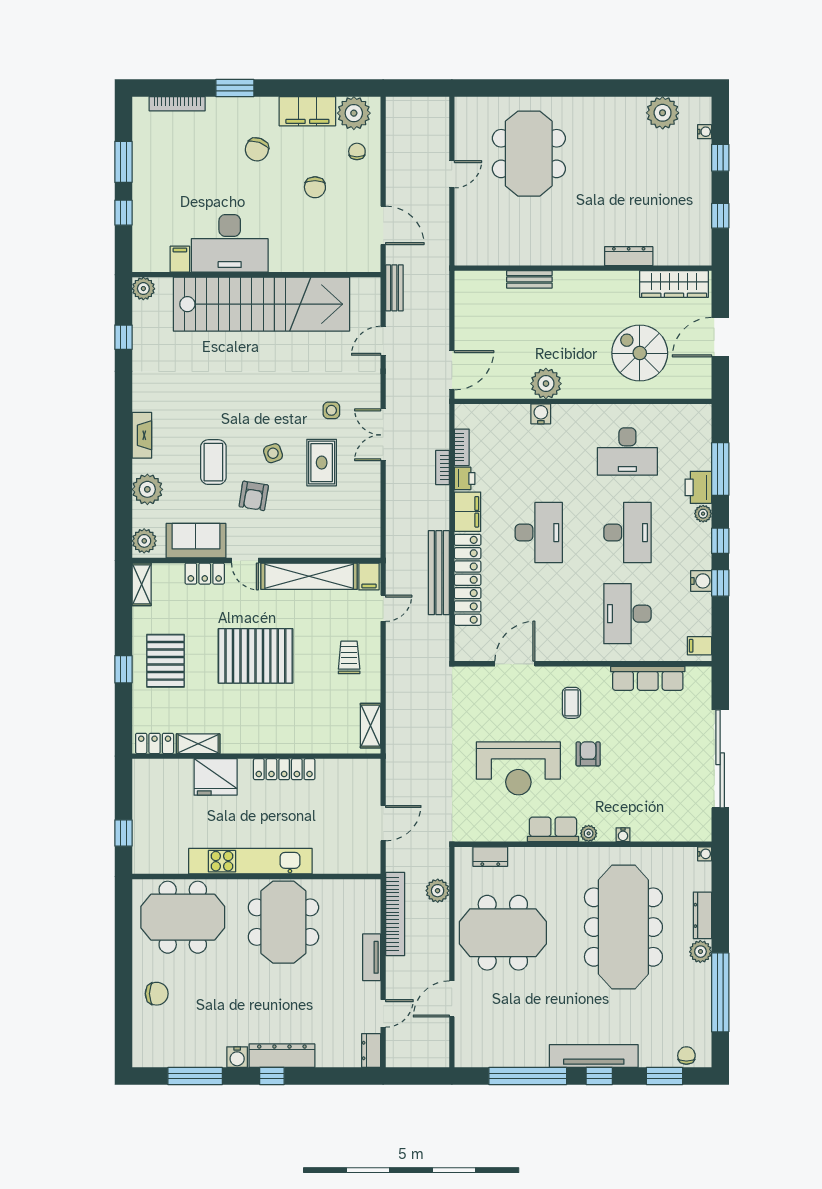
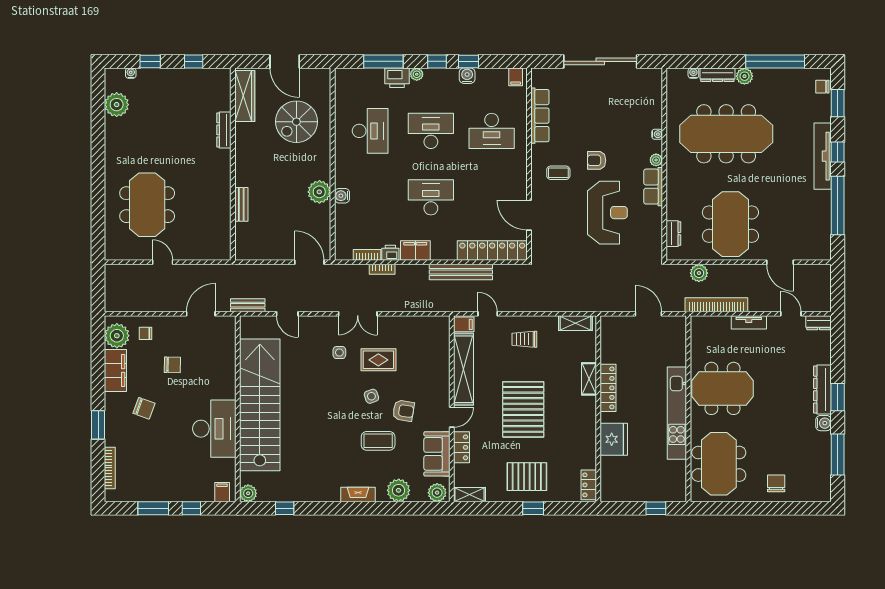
meeting table: (529, 154) -> (147, 205), turned 90
filing cabinet: (180, 259) -> (222, 492), moved, turned 90
locker: (468, 580) -> (492, 250), moved
shelving: (198, 744) -> (589, 379), moved
water cooler: (705, 854) -> (693, 73), moved
window: (272, 1076) -> (838, 397), width x1.50

